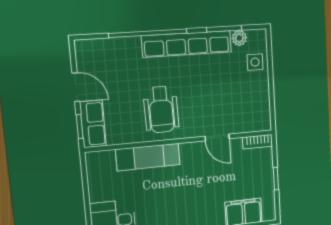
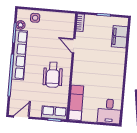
door: (76, 87) -> (21, 117), moved
wheelchair: (161, 110) -> (53, 75), turned 89
door: (217, 137) -> (74, 46), swing flipped
exam couch: (148, 157) -> (76, 103), moved

